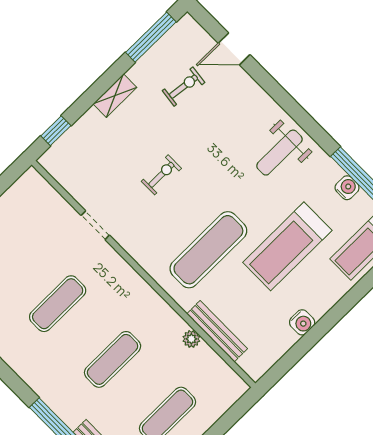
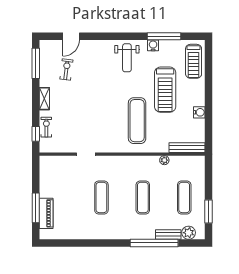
exercise bike: (161, 175) -> (46, 127), moved
water cooler: (347, 188) -> (153, 45), moved
bench: (217, 331) -> (187, 148), moved

